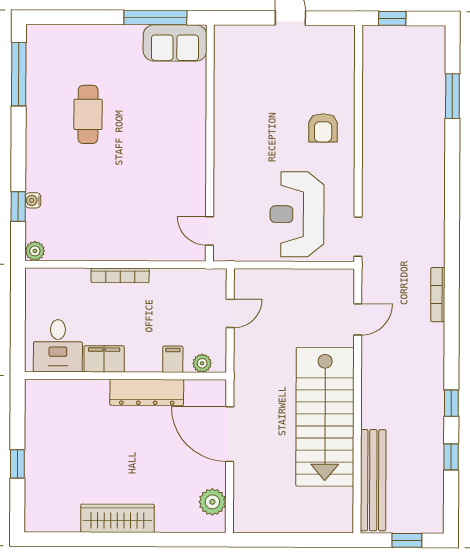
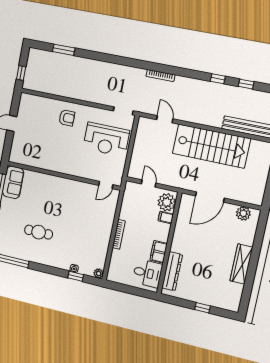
plant: (202, 363) -> (167, 202), width x1.87, depth x1.87
dresser: (147, 393) -> (172, 271), moved

